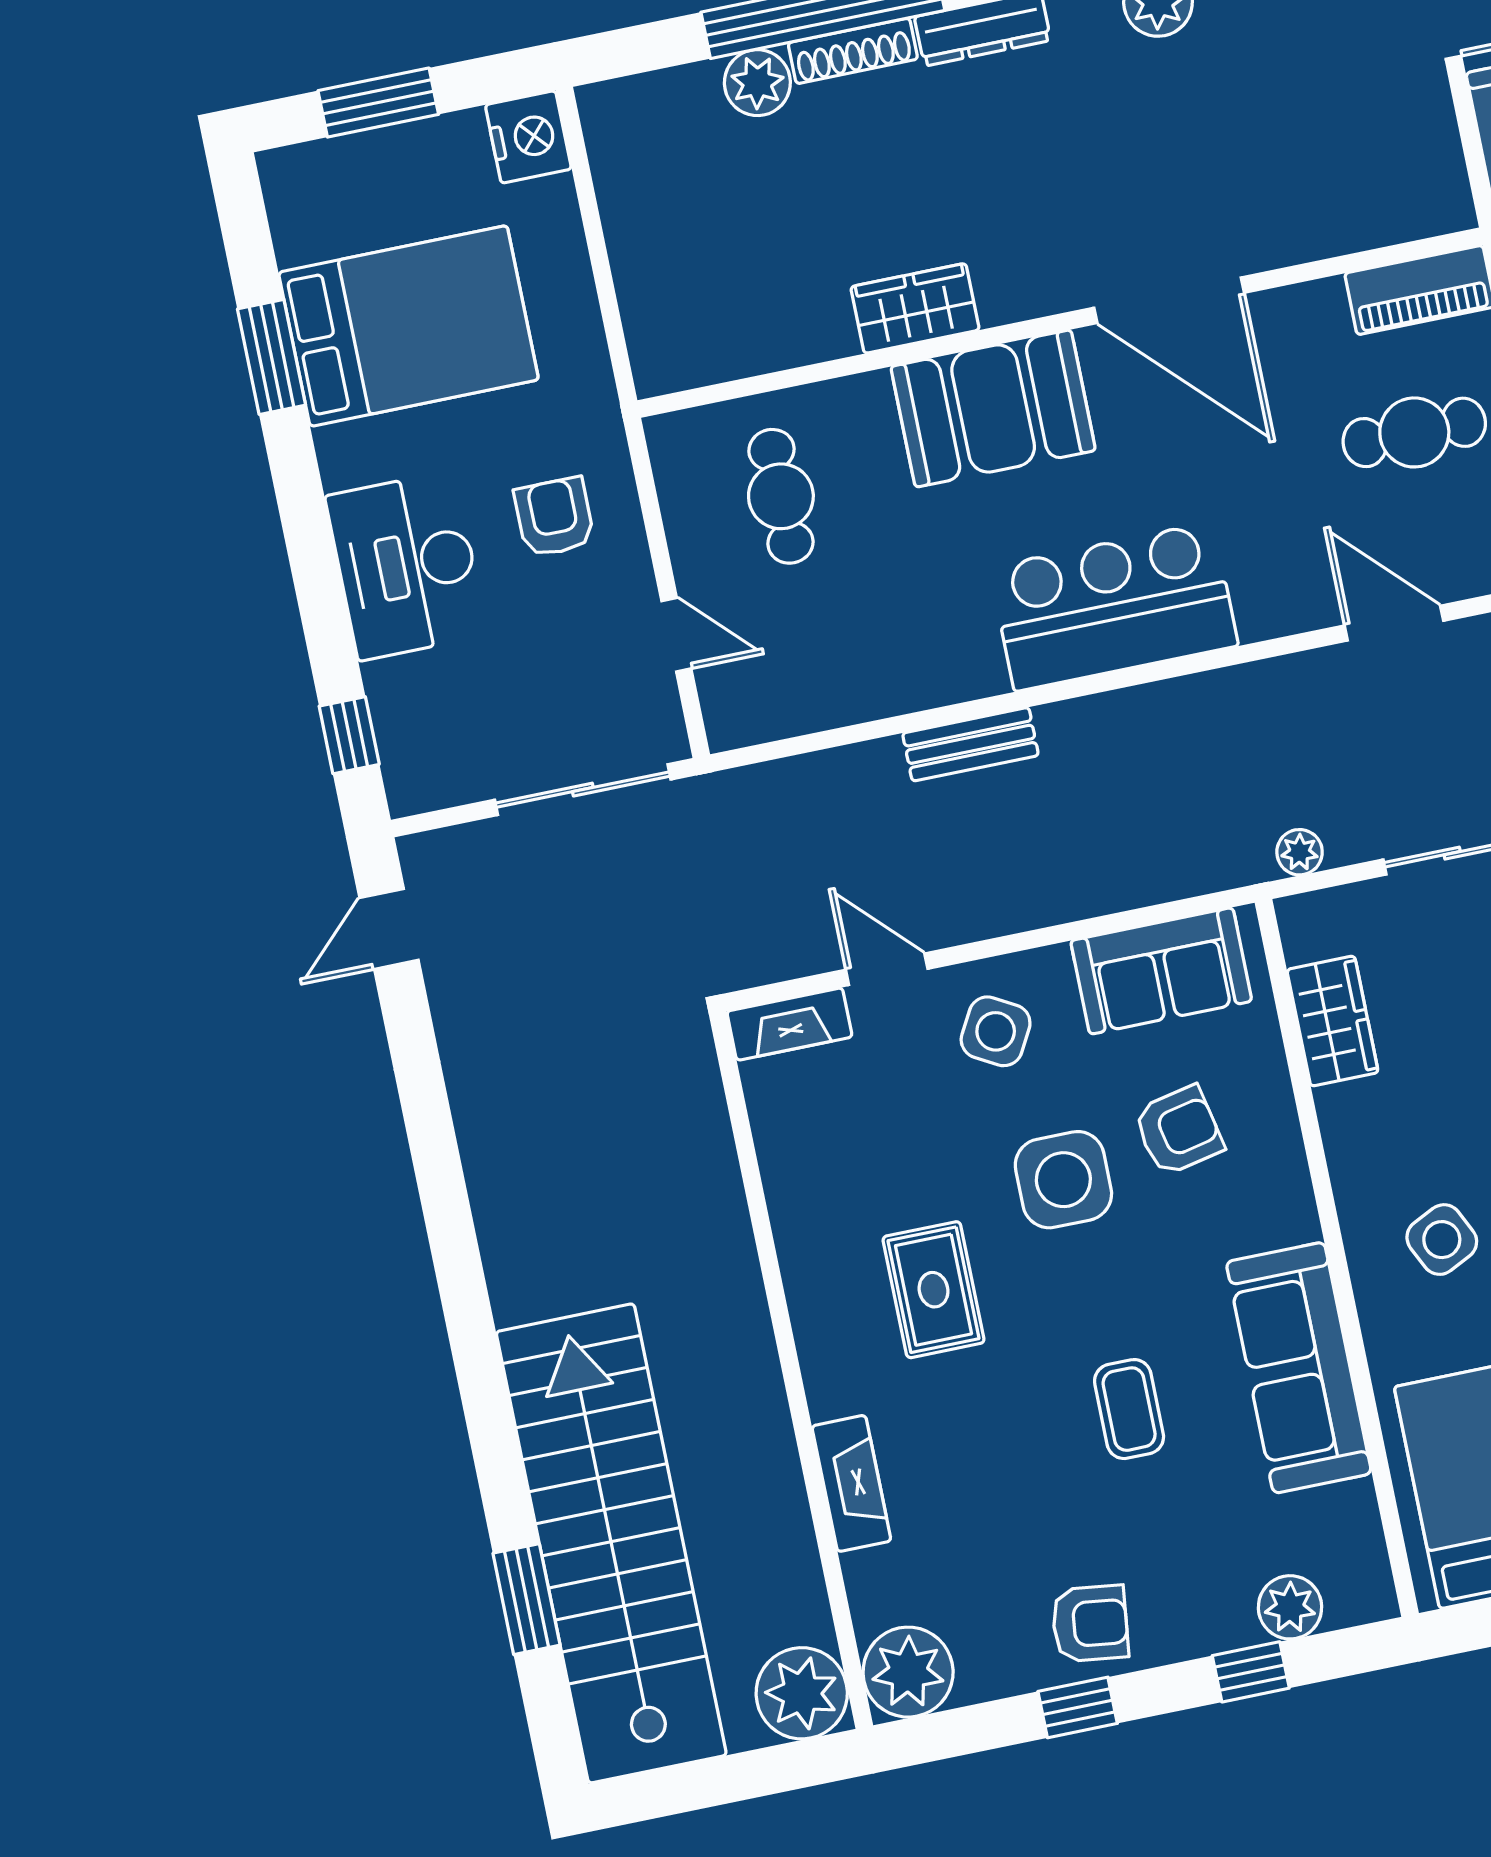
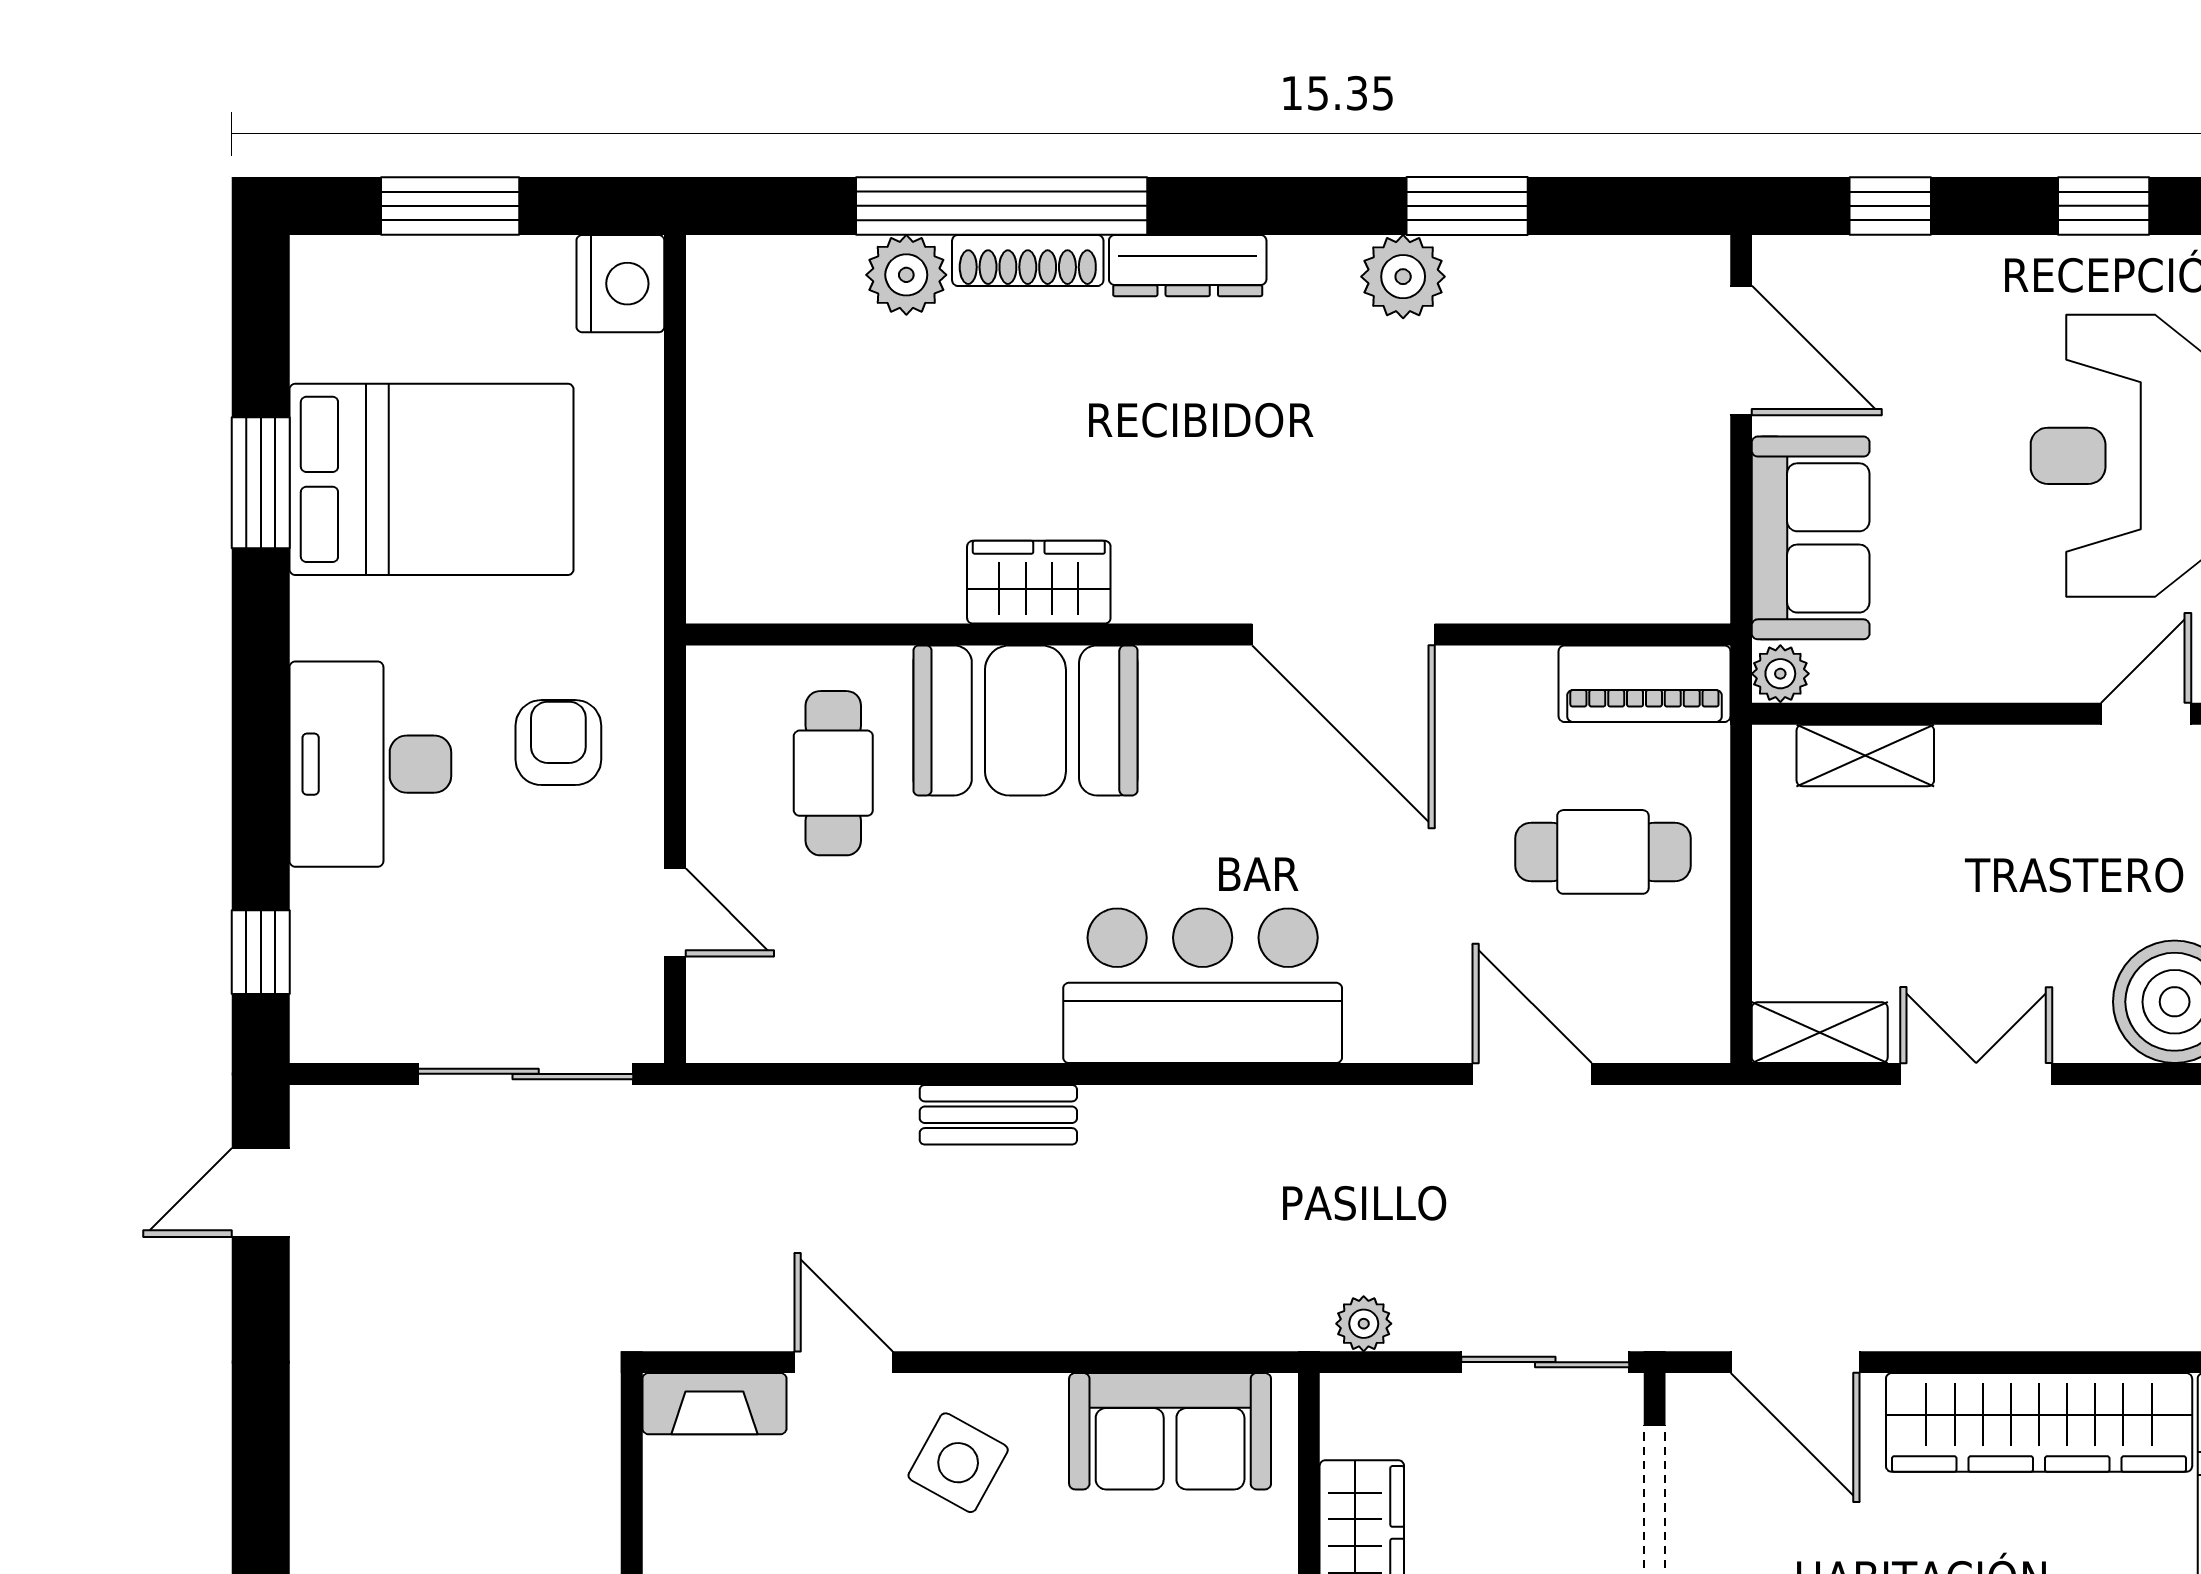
booth: (993, 408) -> (1025, 720), moved

